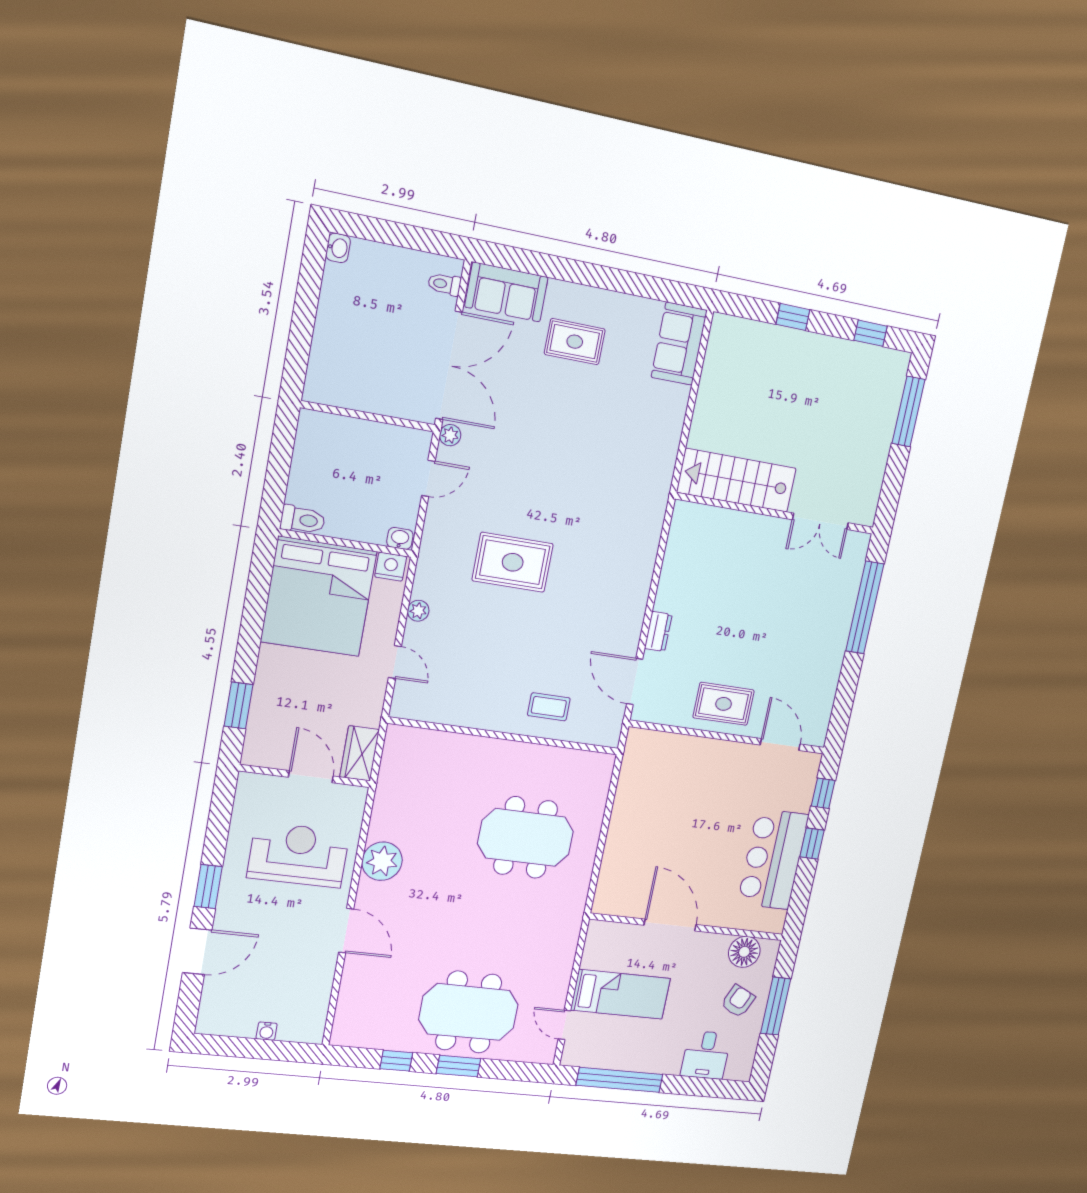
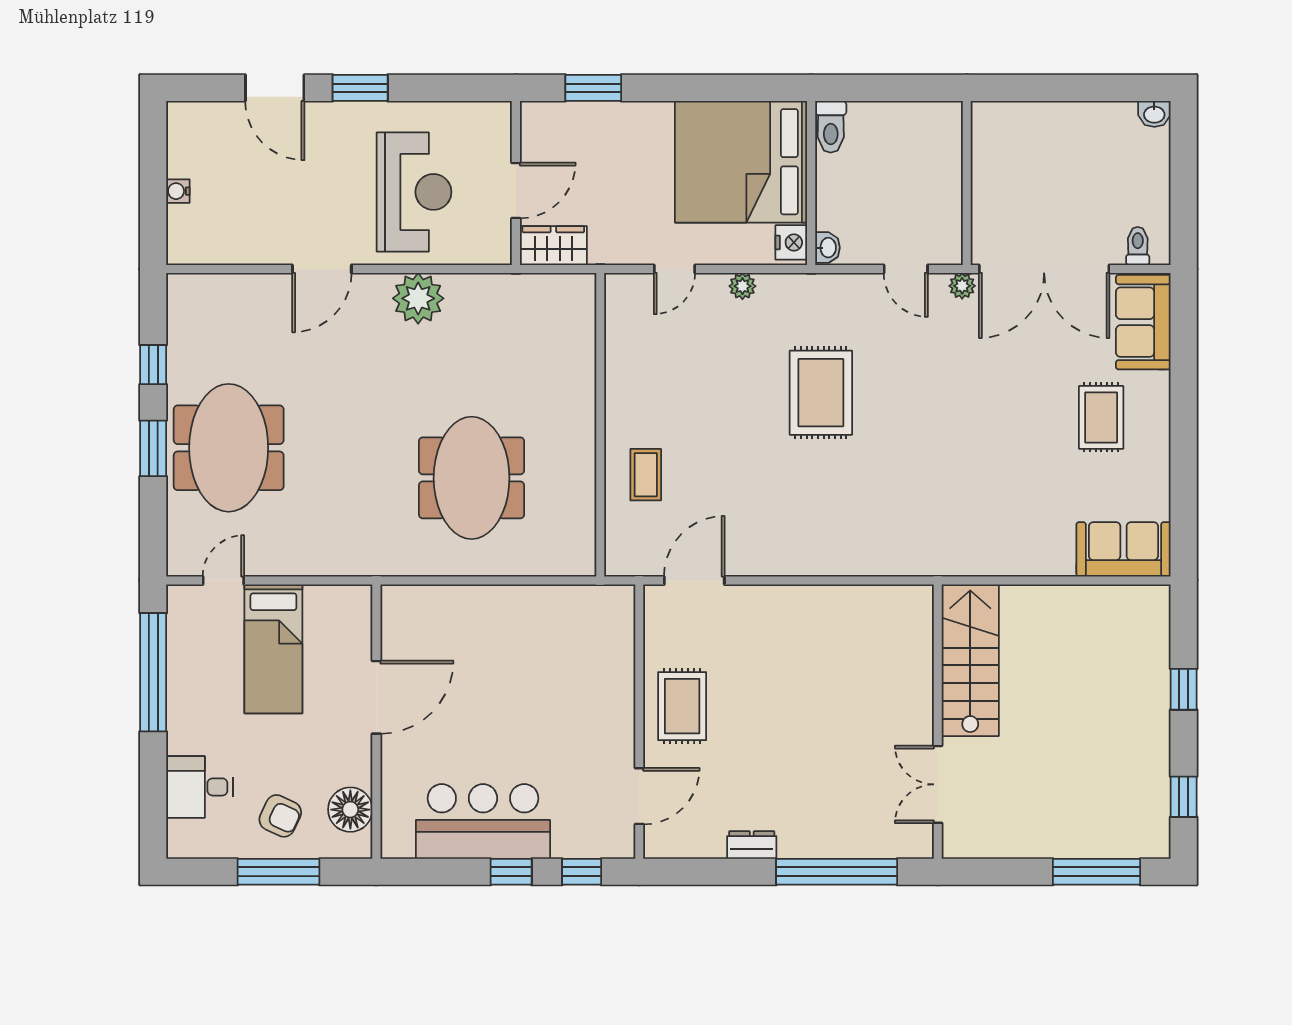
dresser: (658, 632) -> (752, 845), moved, turned 180

